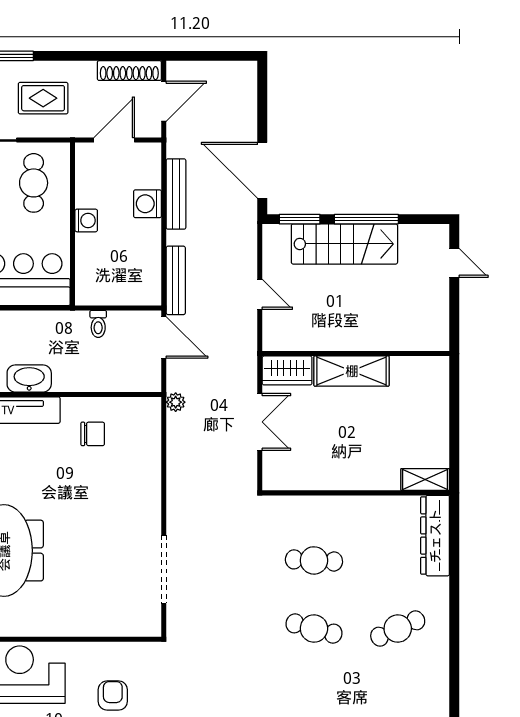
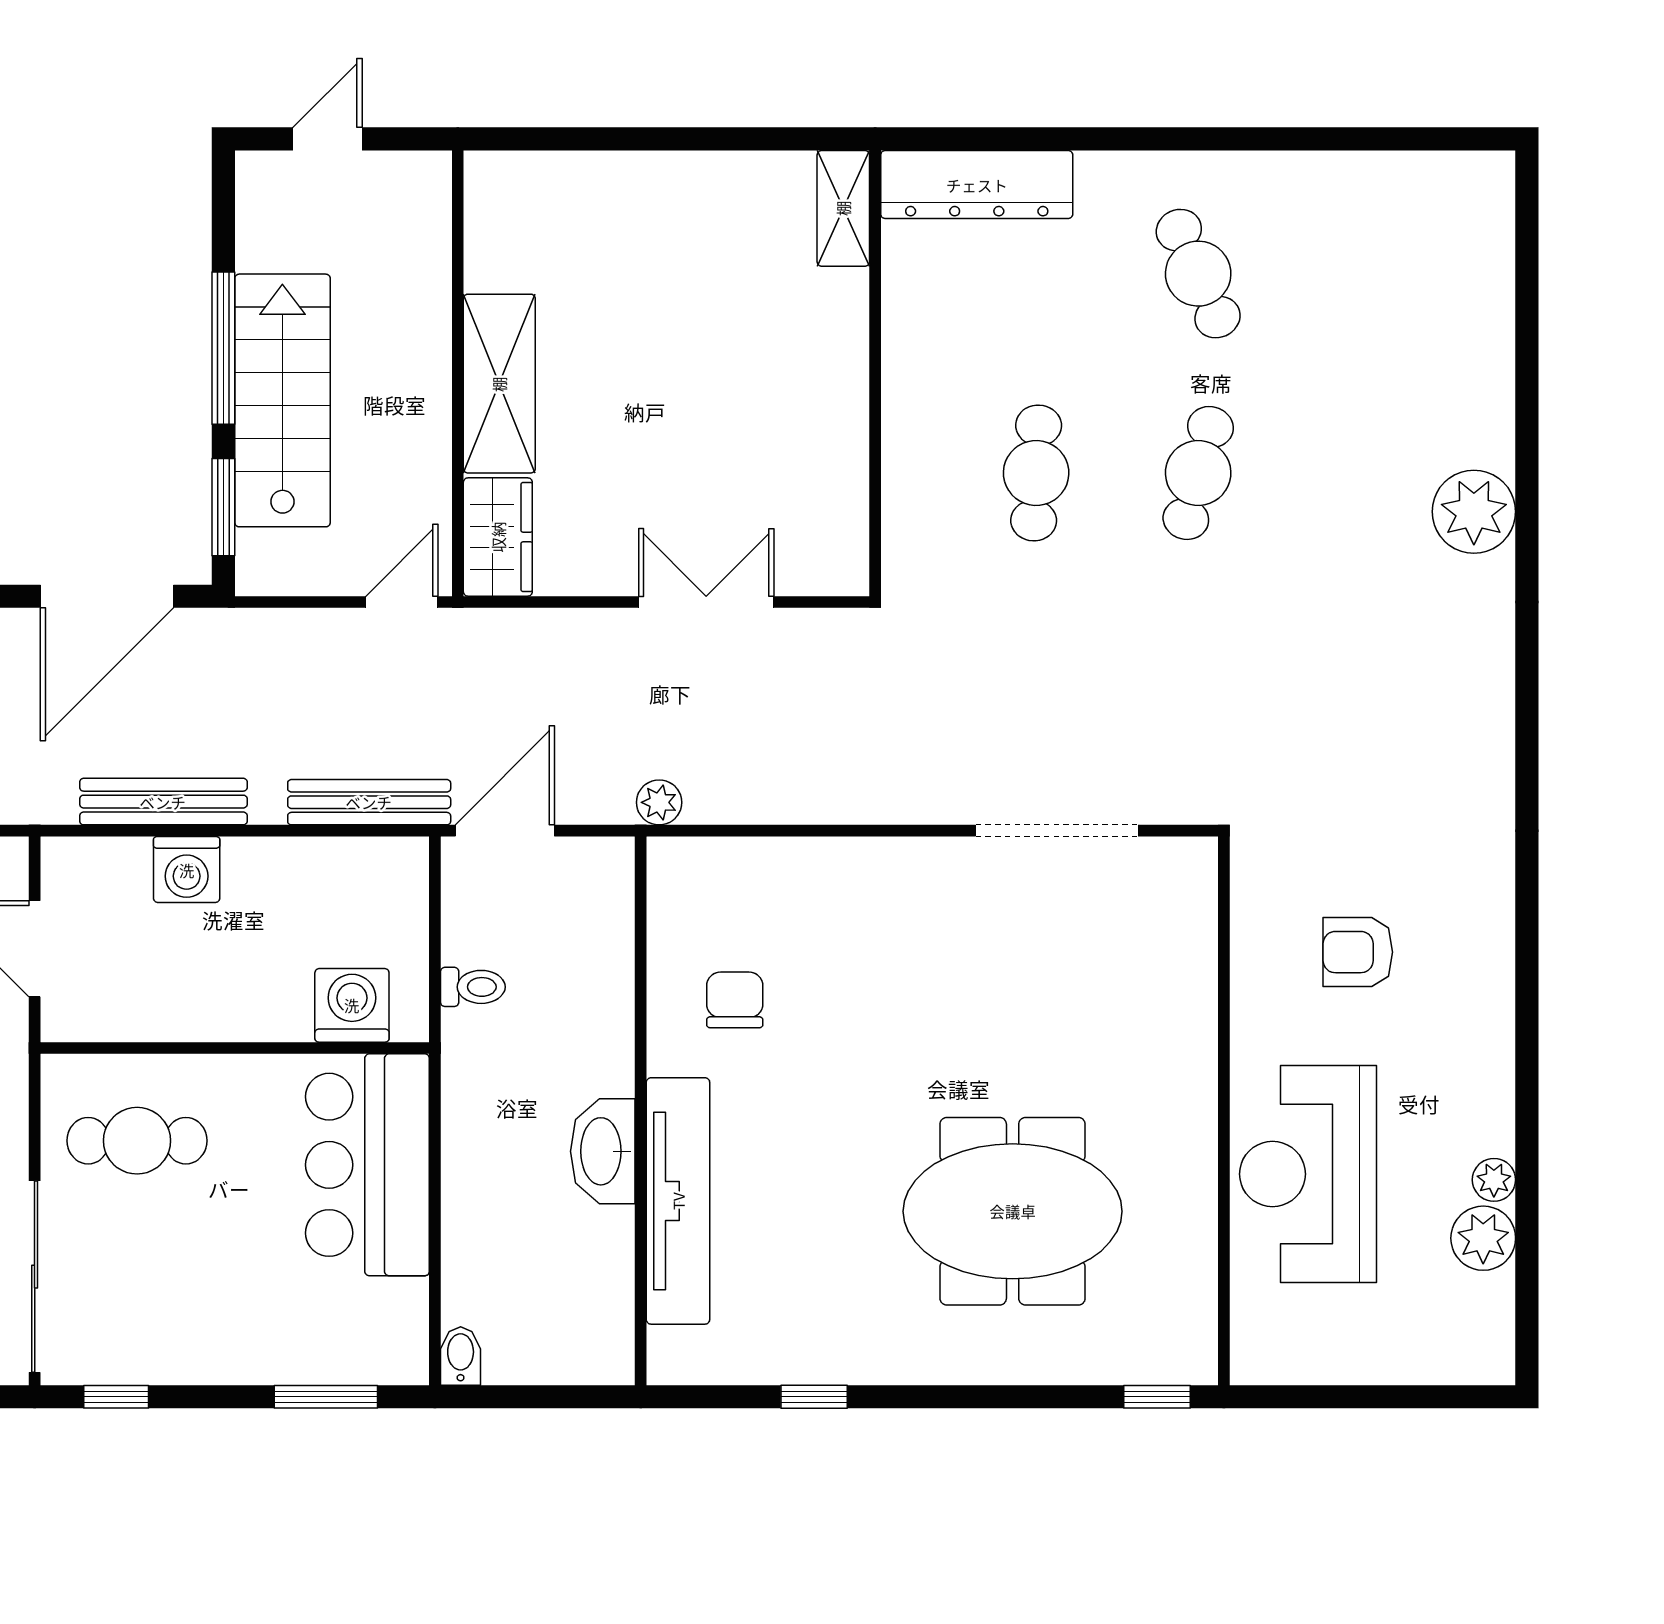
washing machine: (86, 220) -> (352, 1005), moved, width x1.38, depth x1.38
wall: (356, 354) -> (458, 373), moved
wardrobe: (287, 370) -> (498, 537), moved
shelving: (352, 371) -> (499, 384), moved

